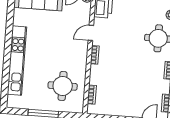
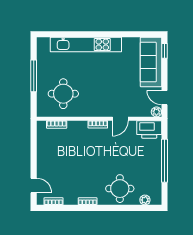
door: (91, 33) -> (120, 119), swing flipped

